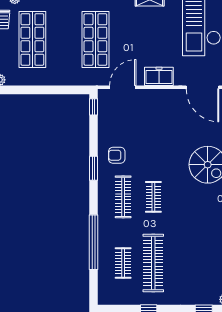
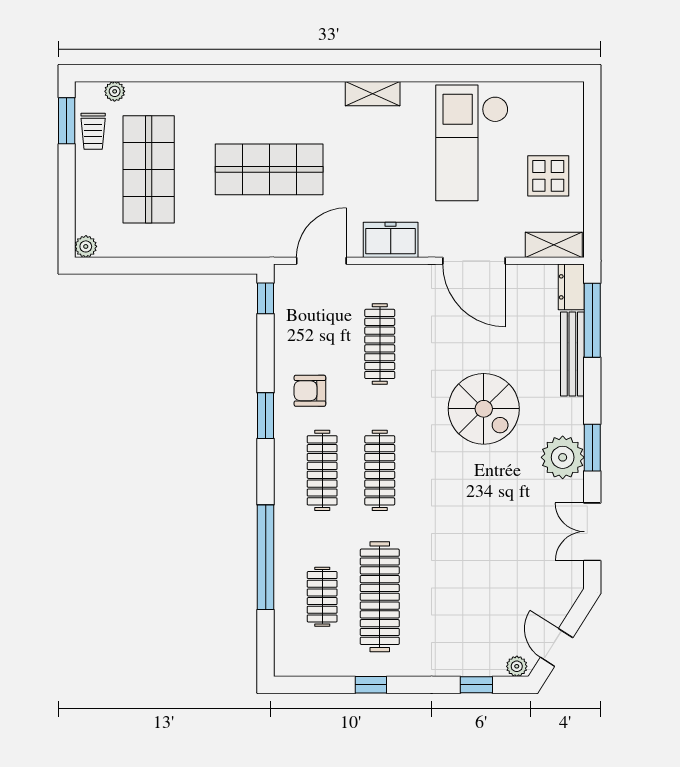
shop shelf: (95, 39) -> (269, 169), turned 90
clothes rail: (153, 131) -> (380, 344), added
clothes rail: (153, 197) -> (380, 470), width x1.36

